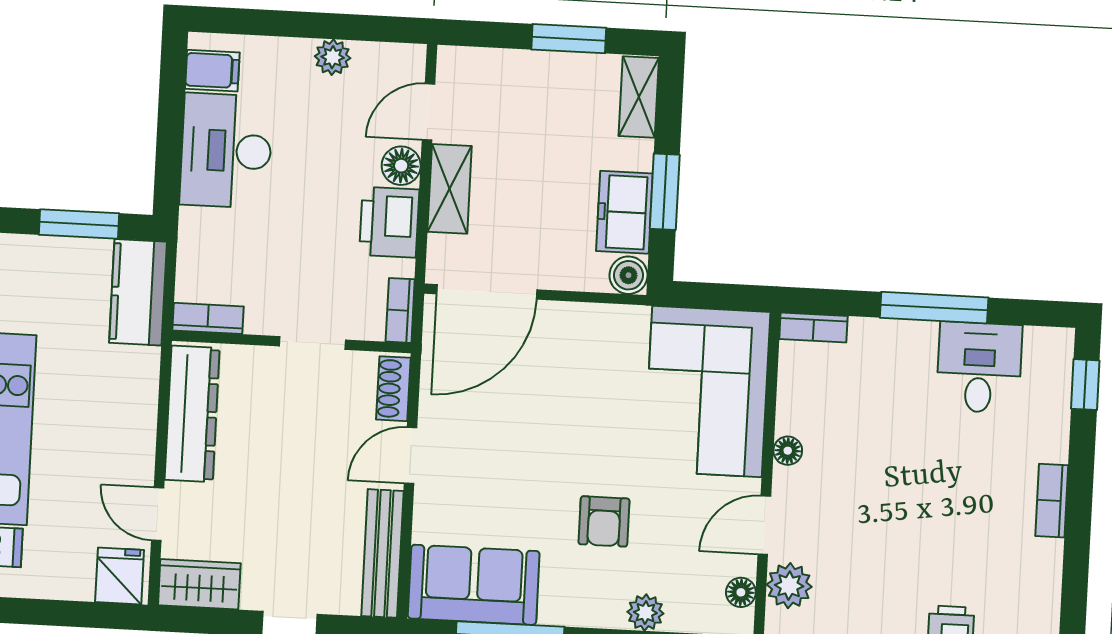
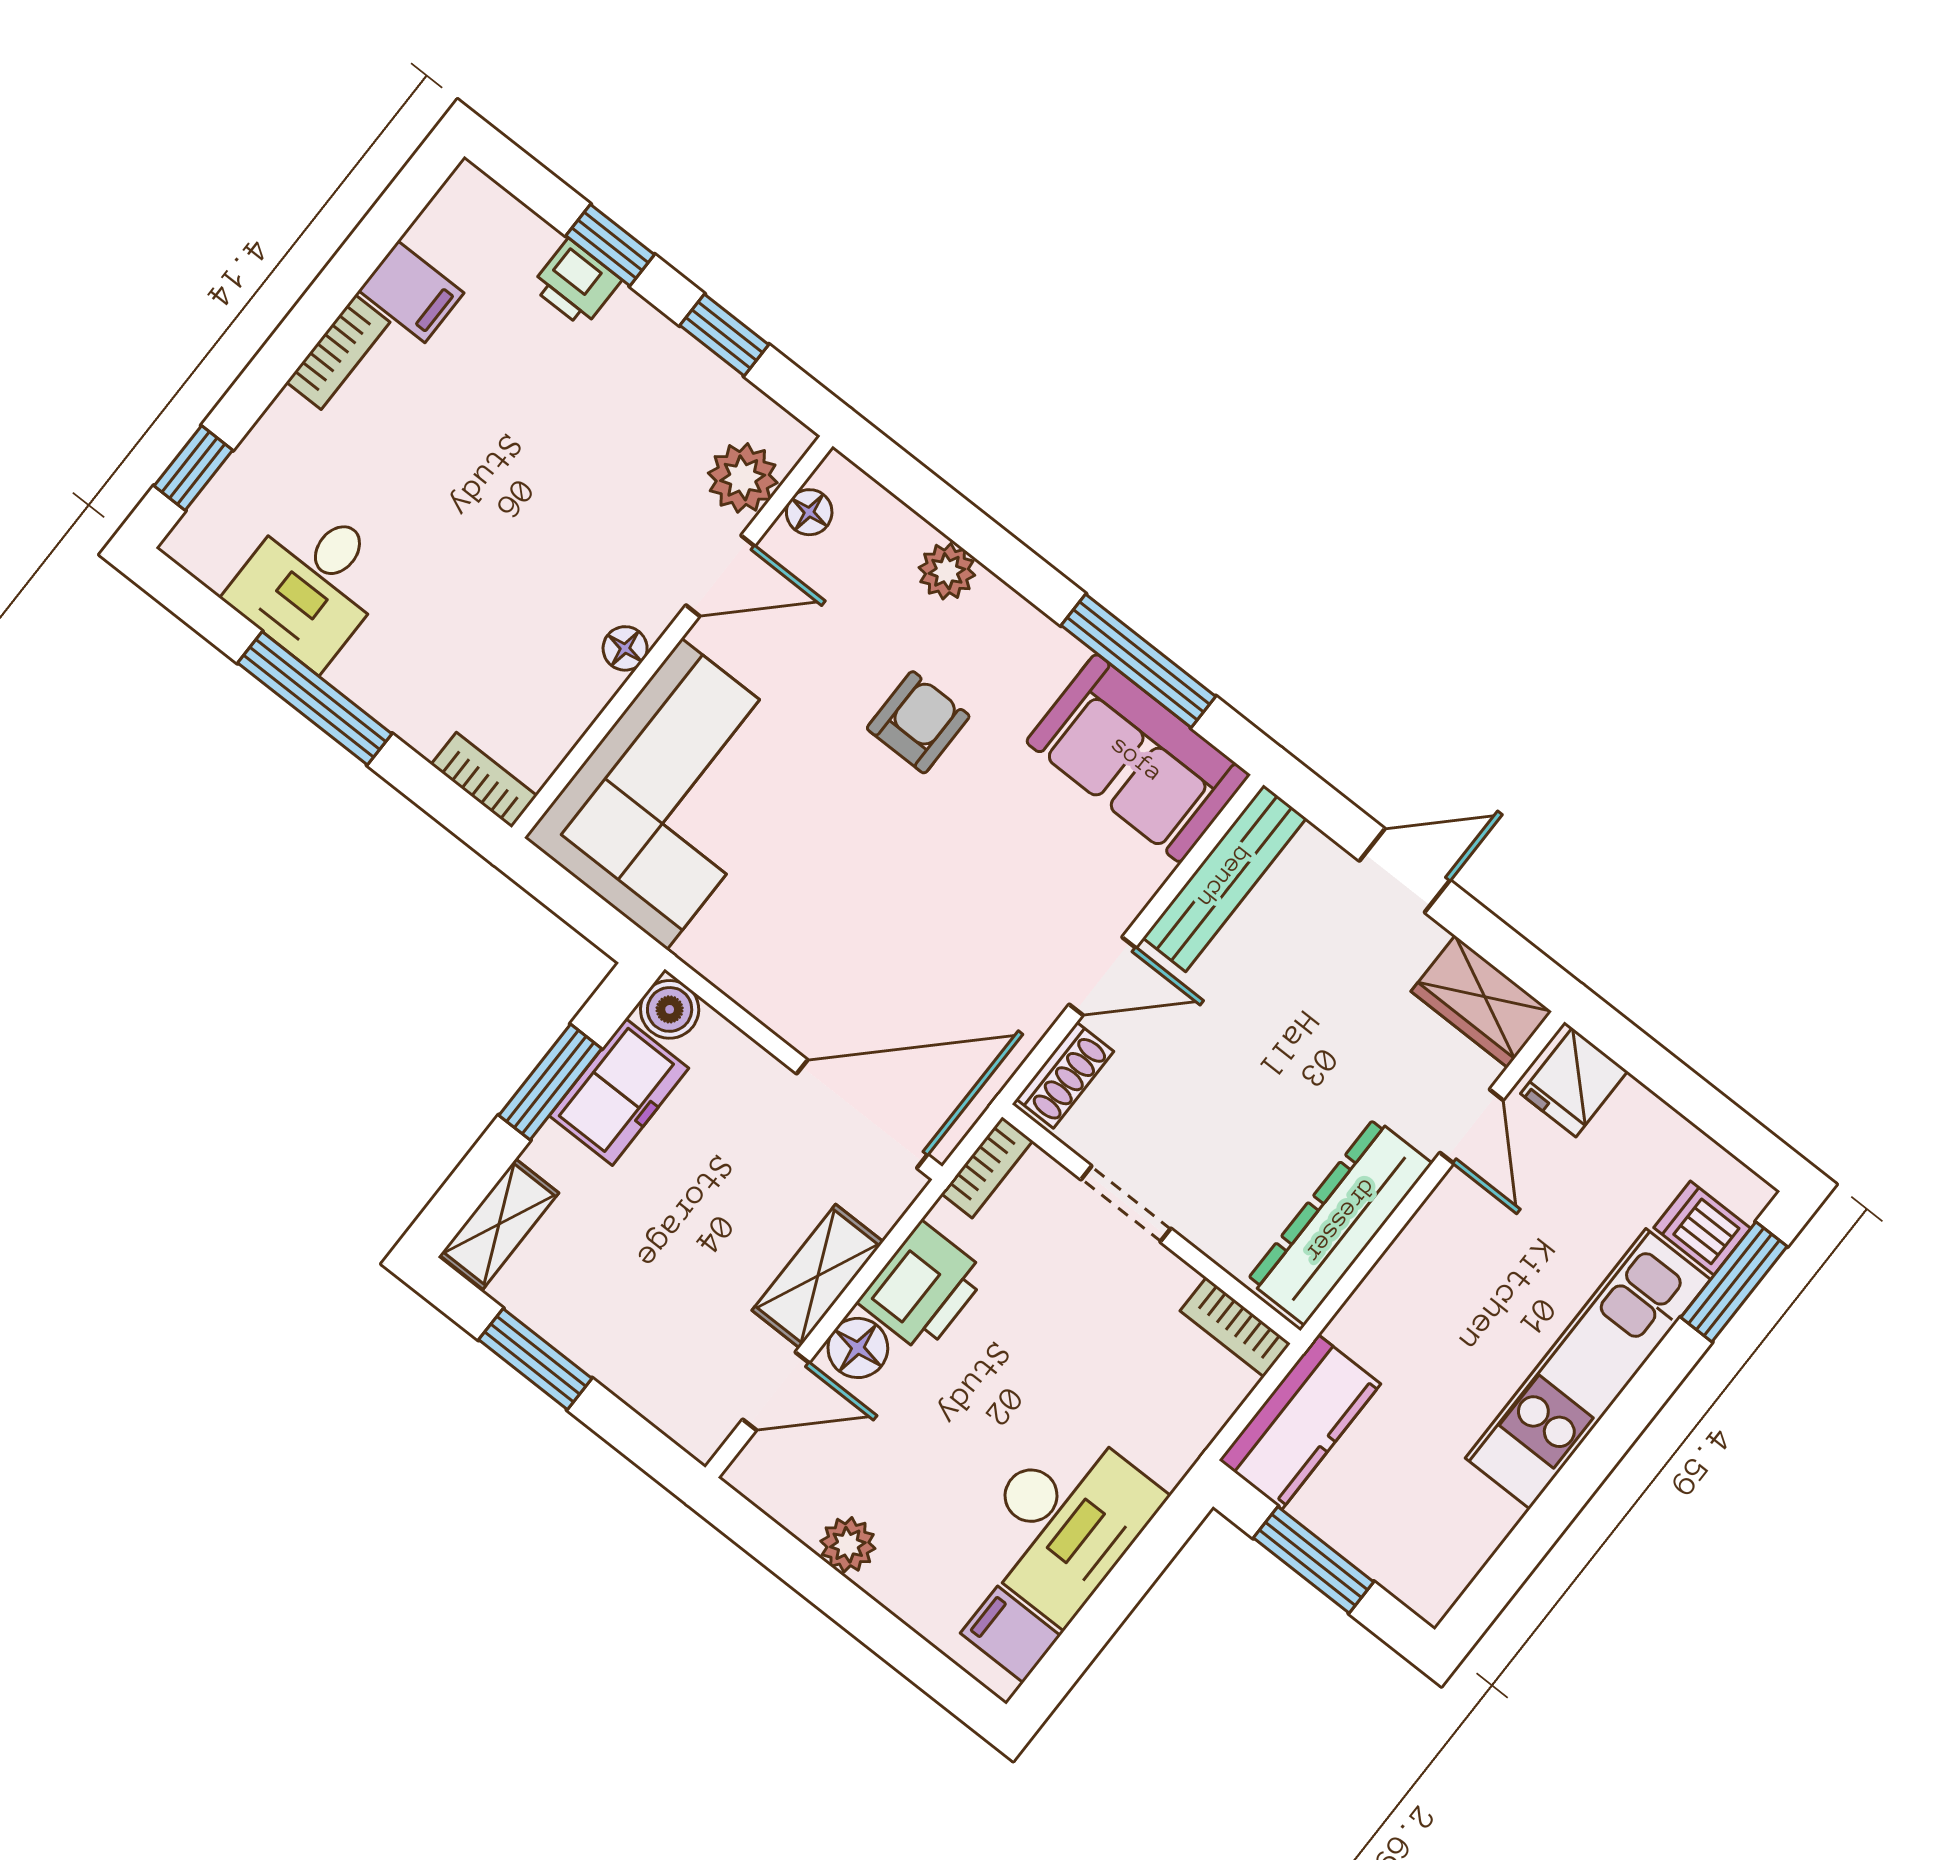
filing cabinet: (1036, 560) -> (411, 292), added

